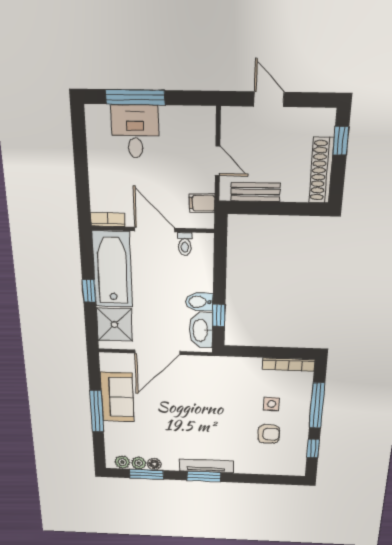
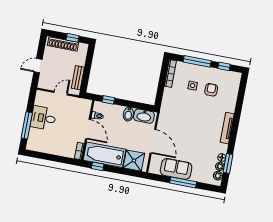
desk: (135, 132) -> (43, 118), moved
window: (341, 141) -> (73, 38), moved
shoe rack: (321, 170) -> (63, 44), moved
filing cabinet: (202, 203) -> (79, 104), removed
door: (155, 230) -> (88, 129), swing flipped
window: (89, 291) -> (98, 166), moved
window: (219, 315) -> (108, 100), moved
window: (204, 477) -> (234, 131), removed

